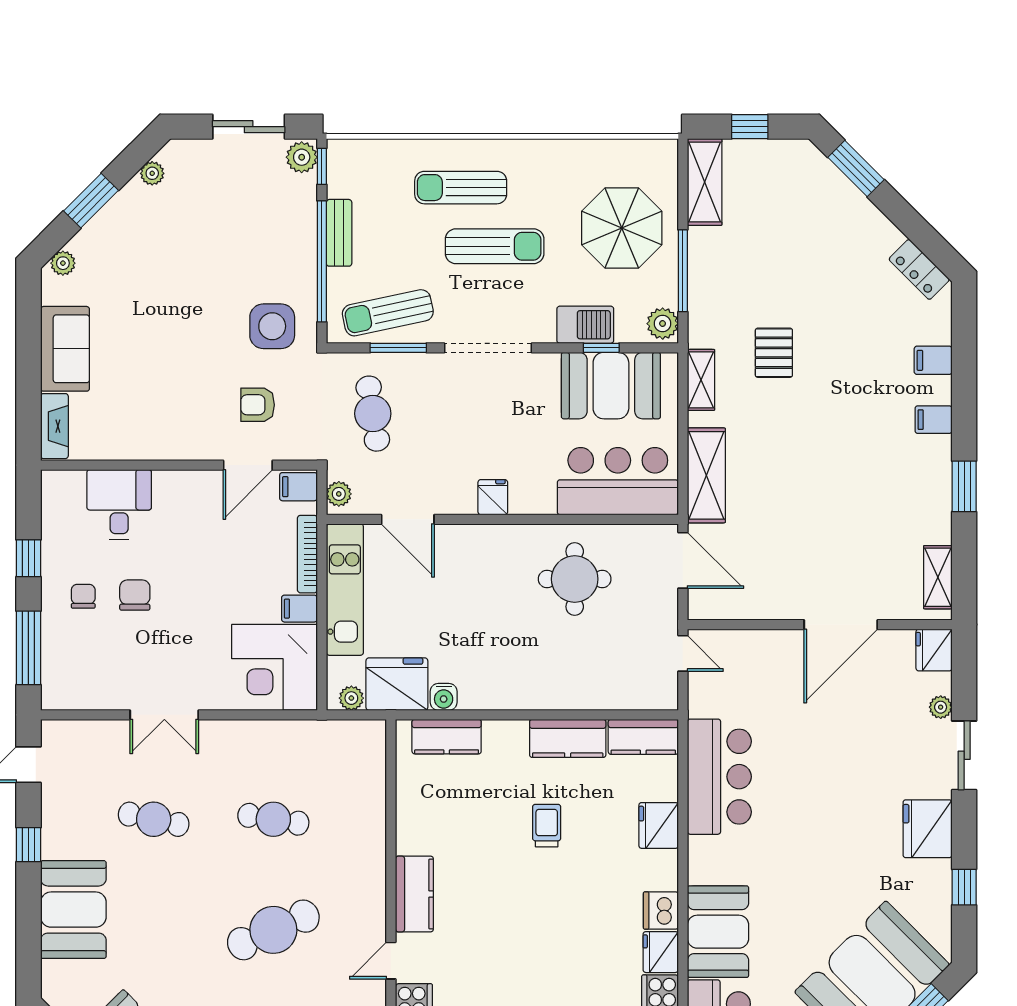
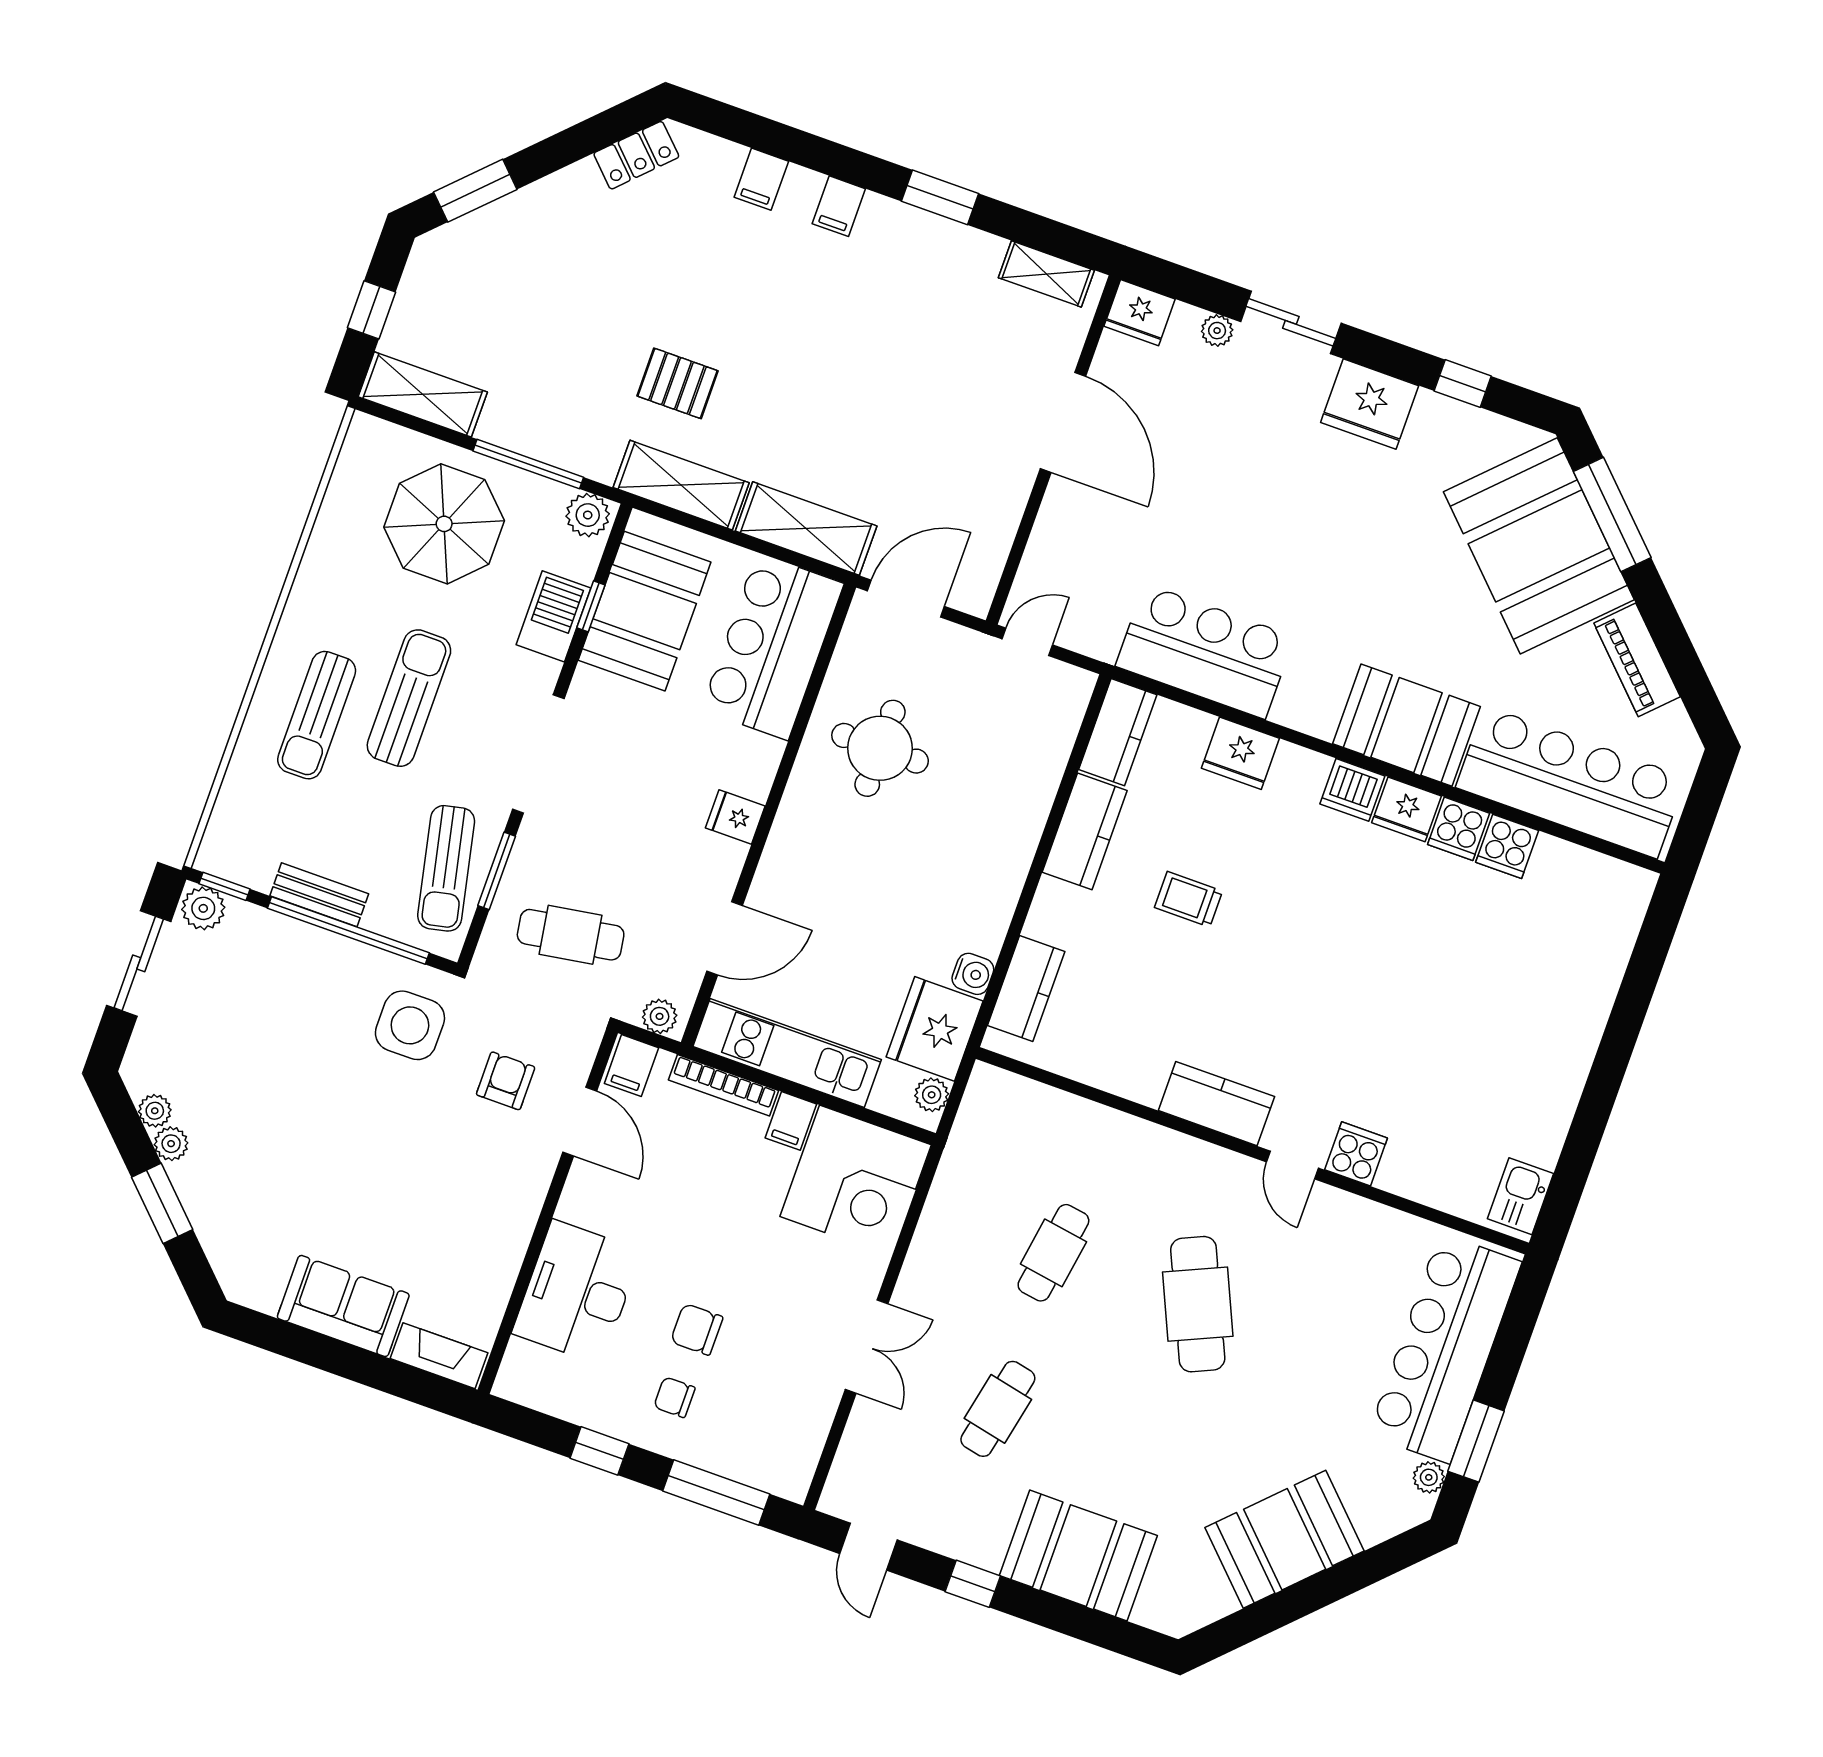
plant: (63, 263) -> (171, 1144), moved
shelving: (701, 380) -> (681, 485), width x1.50, depth x1.33
armchair: (258, 405) -> (506, 1081), turned 180
desk: (119, 504) -> (577, 1292), width x1.37

